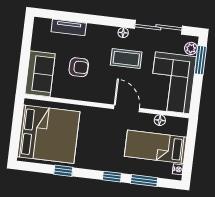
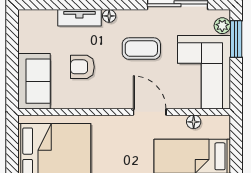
tv unit: (69, 27) -> (79, 18), moved
floor lamp: (123, 33) -> (109, 16), moved
armchair: (79, 67) -> (82, 67), turned 180

